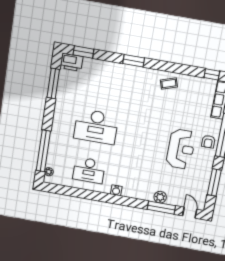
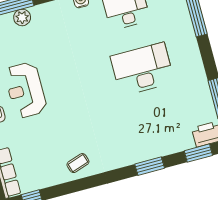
window: (134, 61) -> (150, 166), moved

